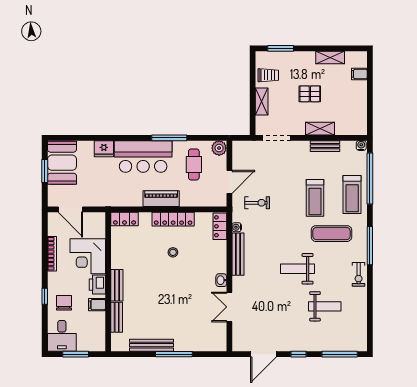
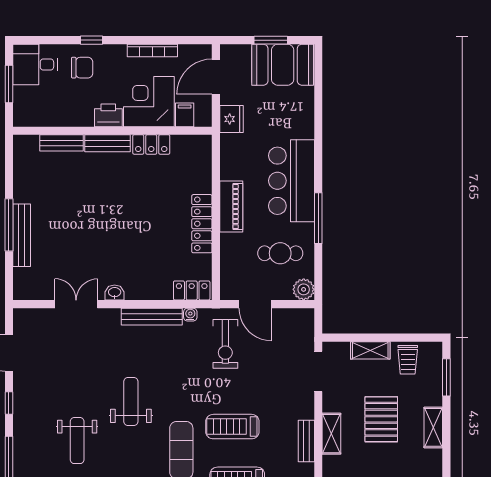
shelving: (330, 57) -> (433, 427), moved
pallet: (310, 94) -> (381, 419), width x1.50, depth x1.42
fridge: (104, 149) -> (231, 119), moved, turned 180
exercise bike: (257, 203) -> (225, 344), width x1.38, depth x1.39
locker: (124, 219) -> (151, 144), moved, turned -90
stool: (173, 252) -> (154, 223), removed
filing cabinet: (97, 305) -> (185, 115), moved
bench: (151, 345) -> (22, 235), moved

